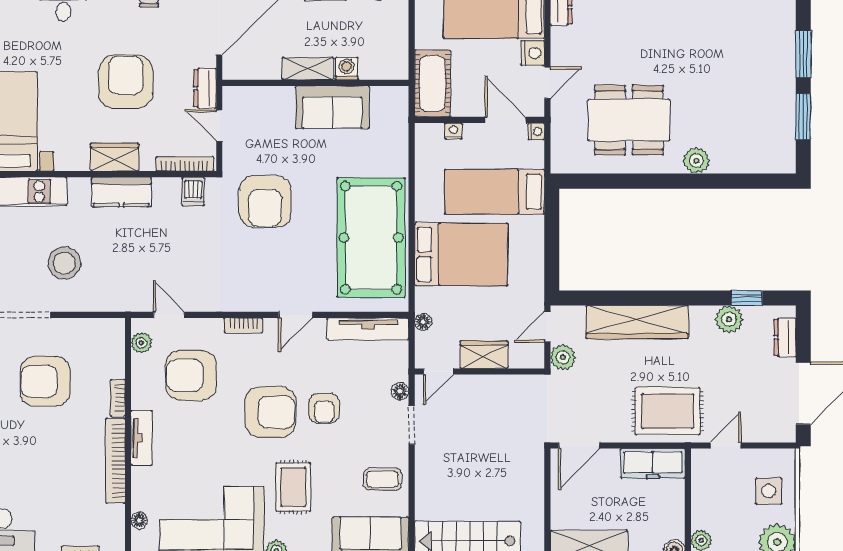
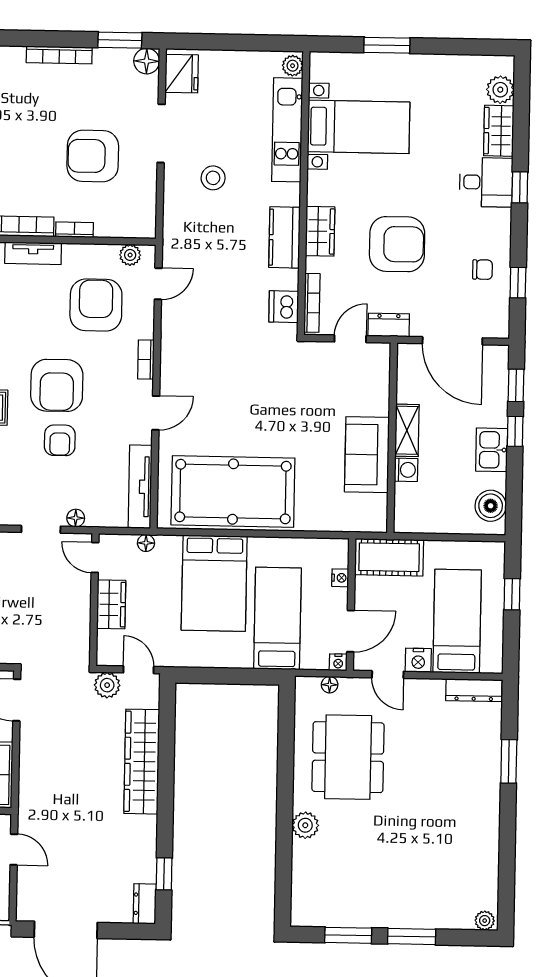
floor lamp: (558, 139) -> (330, 685), added
dishwasher: (193, 191) -> (284, 307), width x1.38
armchair: (265, 202) -> (272, 384), removed
stool: (64, 263) -> (213, 178), width x0.73, depth x0.73
door: (296, 315) -> (156, 413), swing flipped
plant: (729, 319) -> (143, 855), removed
dresser: (785, 337) -> (145, 904), moved, turned -90
armchair: (45, 381) -> (93, 156), turned -90
armchair: (324, 408) -> (60, 440), turned -90
rug: (667, 411) -> (50, 791), removed

